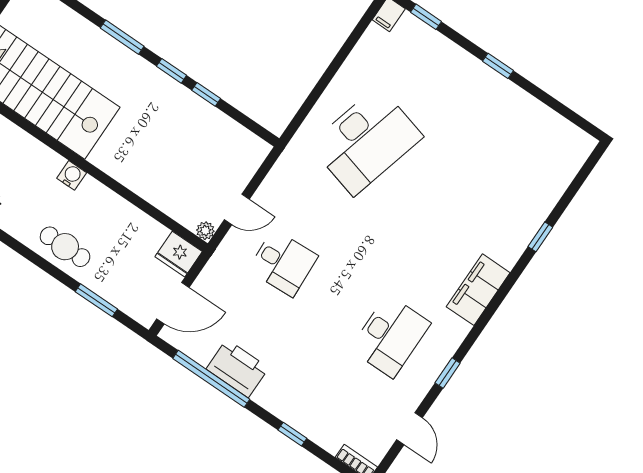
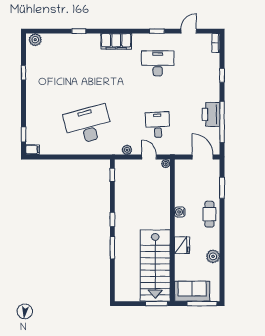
window: (498, 66) -> (23, 73), moved
window: (206, 94) -> (112, 175), moved
desk: (366, 141) -> (88, 125), turned -30
plant: (578, 150) -> (35, 40), added
water cooler: (72, 175) -> (180, 212), moved
plant: (276, 179) -> (127, 150), added
fridge: (179, 254) -> (182, 245), moved

